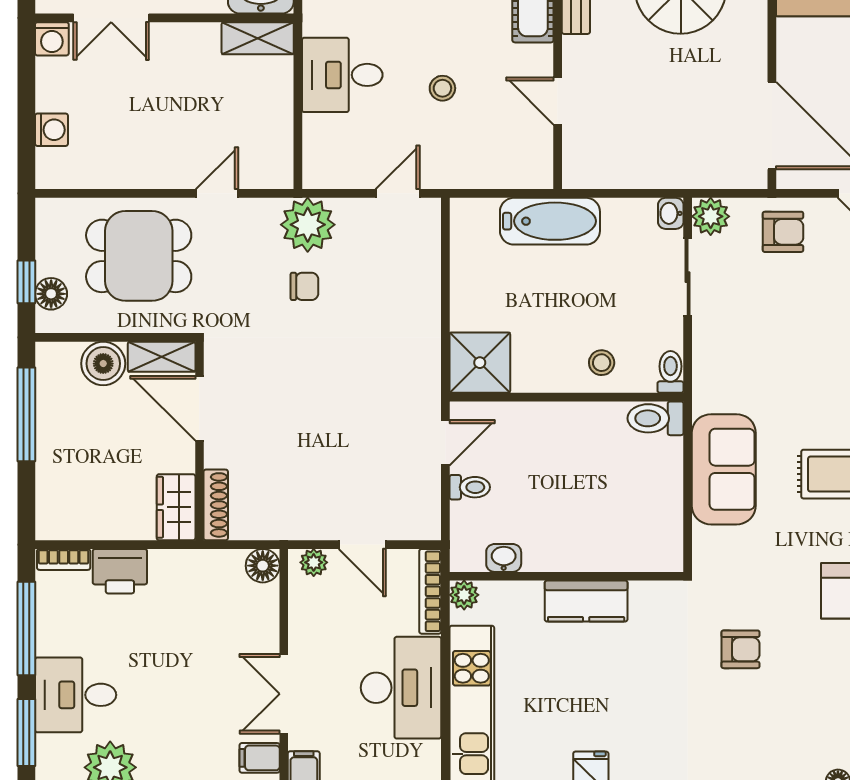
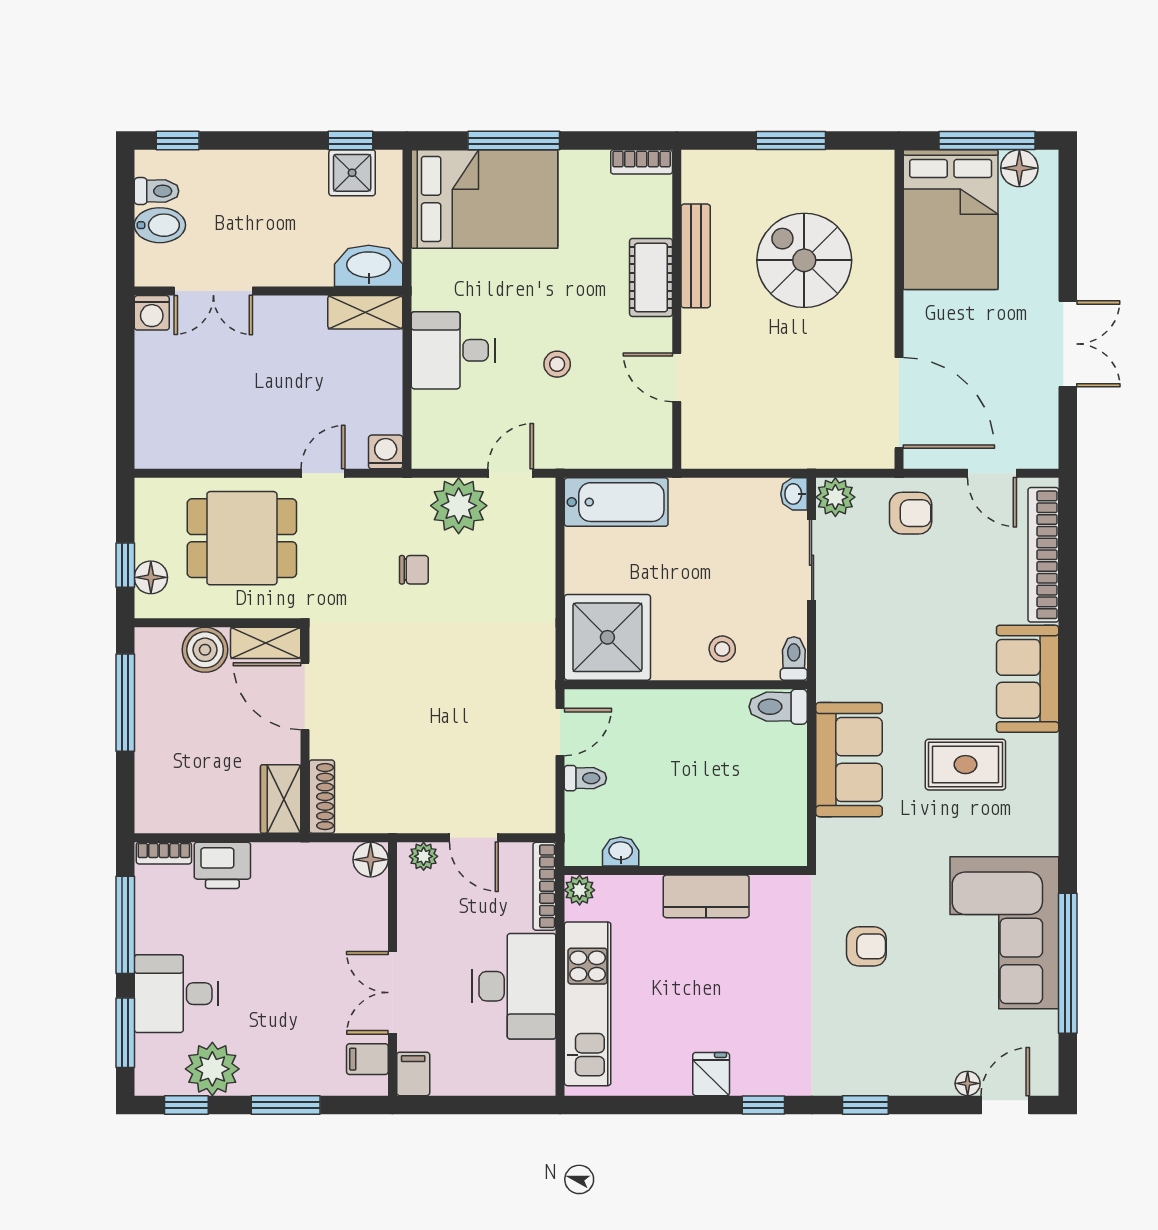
washing machine: (51, 130) -> (386, 452), moved, turned -90
bathtub: (550, 221) -> (616, 502), moved
plant: (308, 225) -> (459, 506), moved
shower: (480, 363) -> (607, 637), width x1.37, depth x1.37

